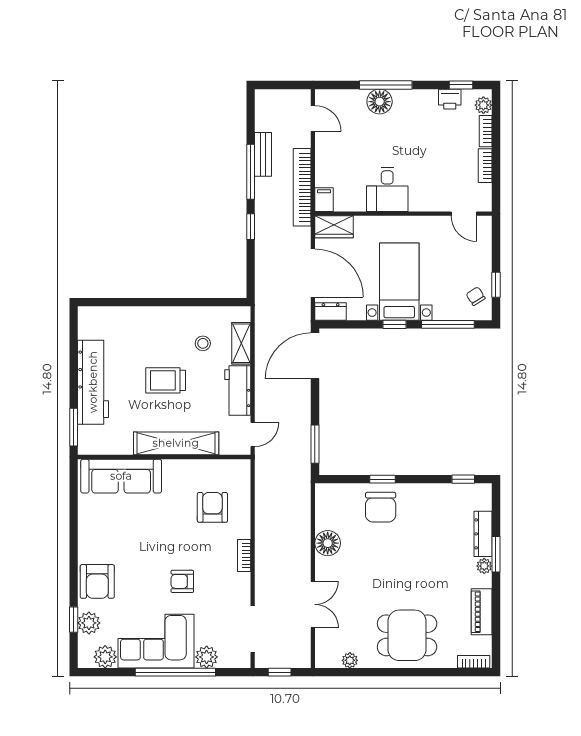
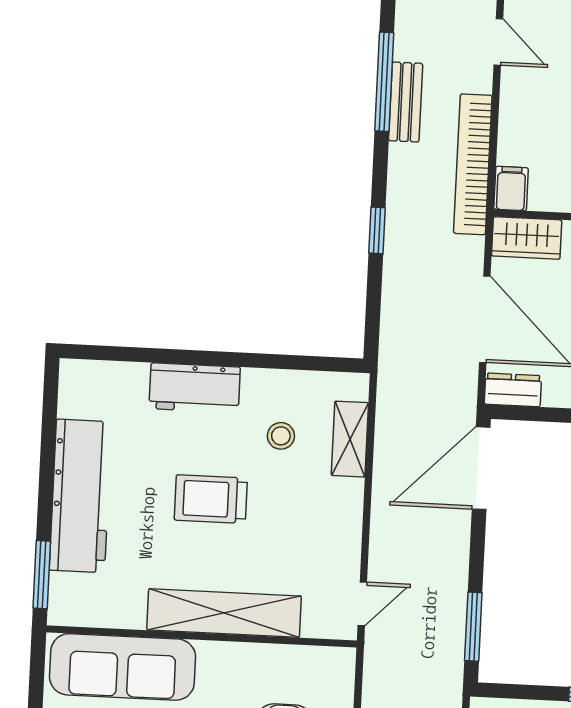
window: (251, 172) -> (384, 82), moved
workbench: (238, 391) -> (195, 388), moved, turned -90

